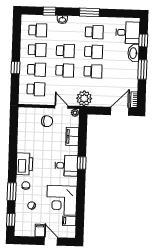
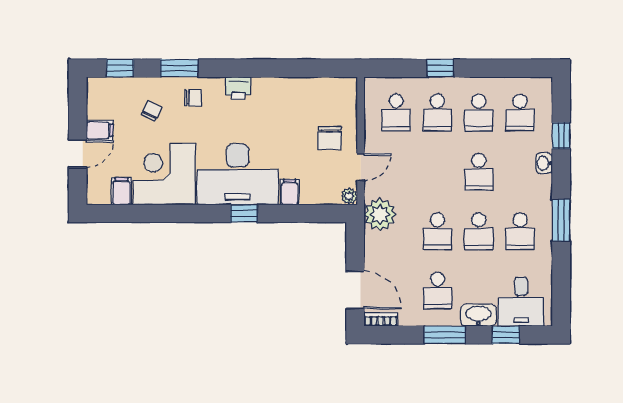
school desk: (65, 70) -> (437, 291), moved
filing cabinet: (72, 136) -> (290, 192), width x0.50
printer: (25, 164) -> (238, 88), width x0.53, depth x0.68
desk: (66, 166) -> (238, 174), width x1.87, depth x1.30

